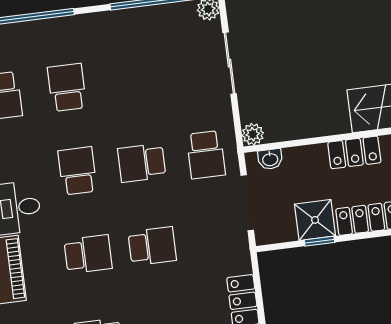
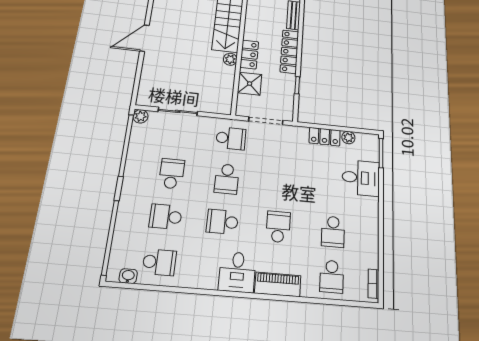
plant: (253, 134) -> (230, 59), moved
washbasin: (270, 159) -> (242, 101), removed
shower: (315, 220) -> (250, 84), moved
school desk: (152, 246) -> (172, 174), moved

